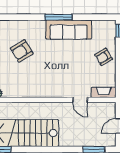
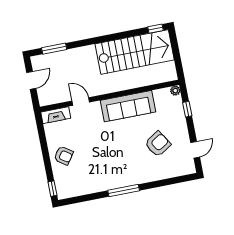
sofa: (69, 30) -> (128, 106), moved, turned 180
armchair: (104, 57) -> (64, 156), turned 65

